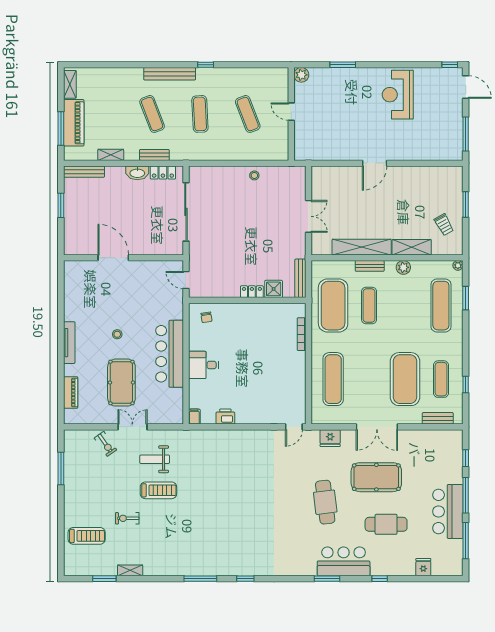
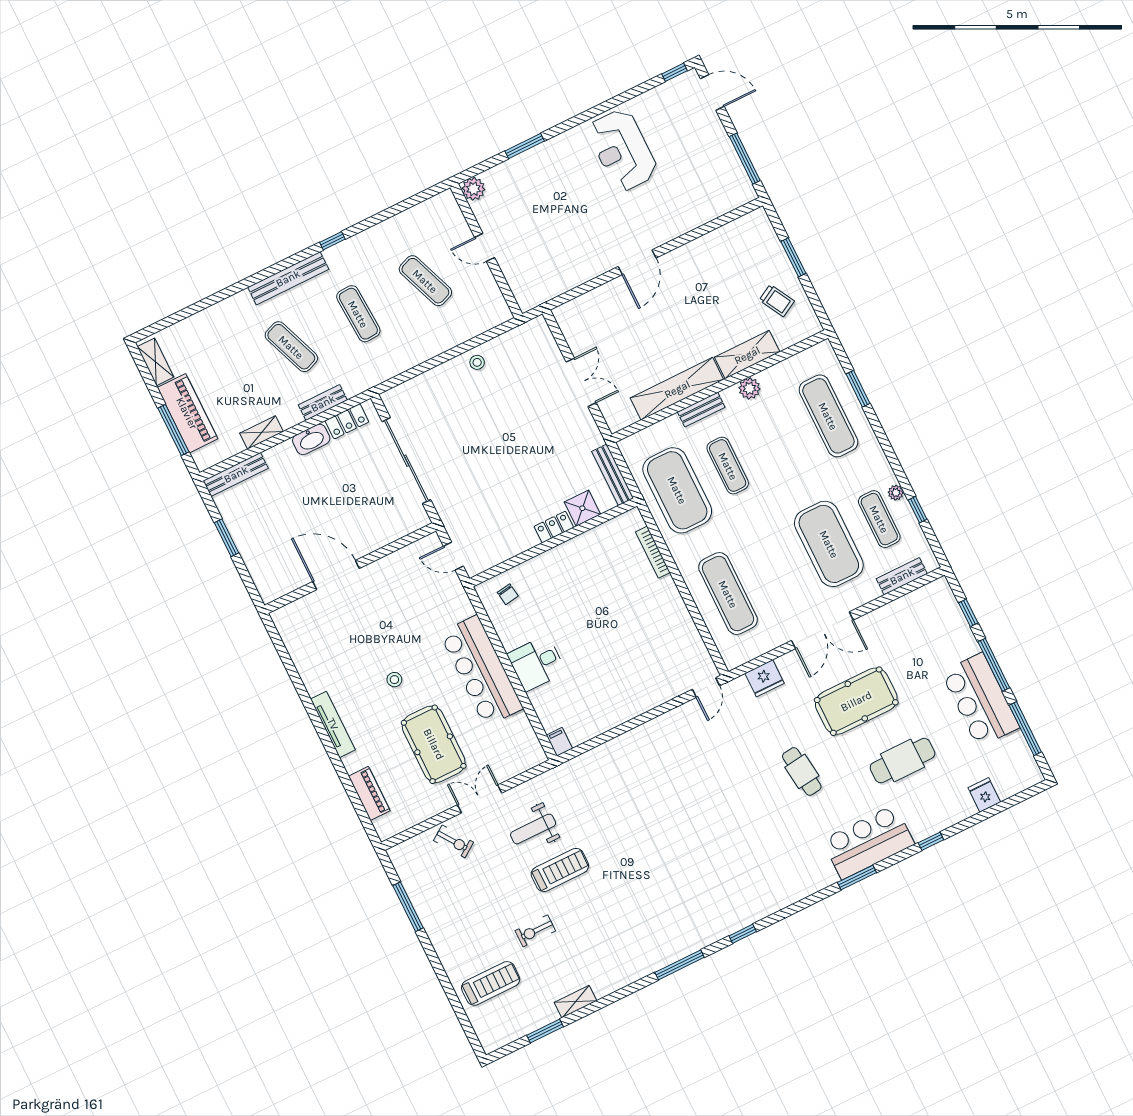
plant: (458, 265) -> (896, 493), moved
printer: (225, 417) -> (603, 720), removed
cafe table: (325, 502) -> (802, 771), width x0.73, depth x0.74

